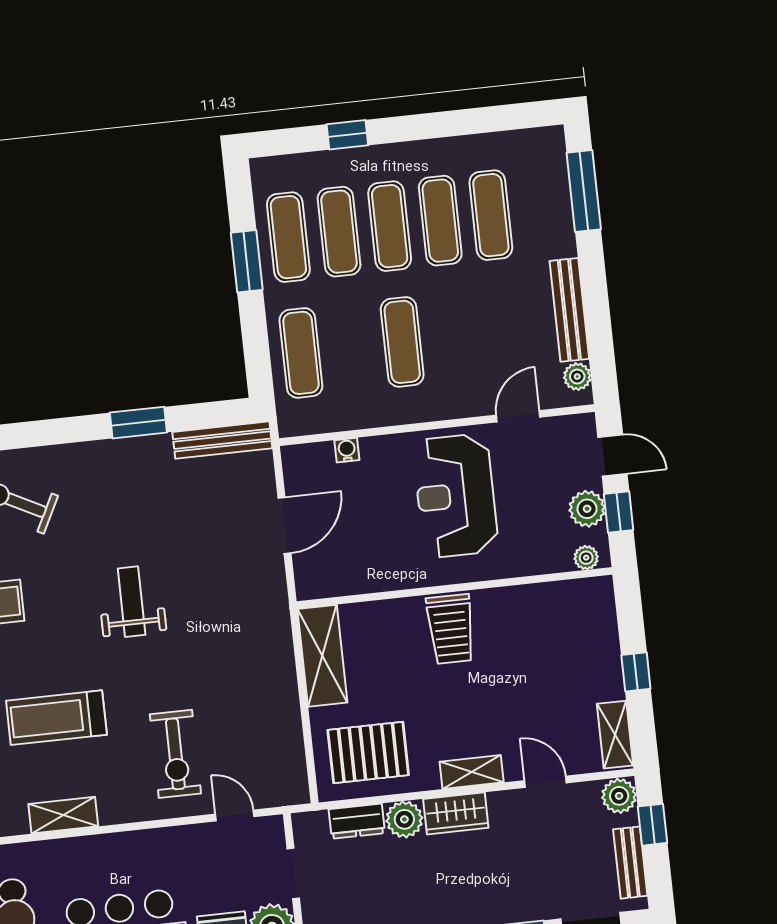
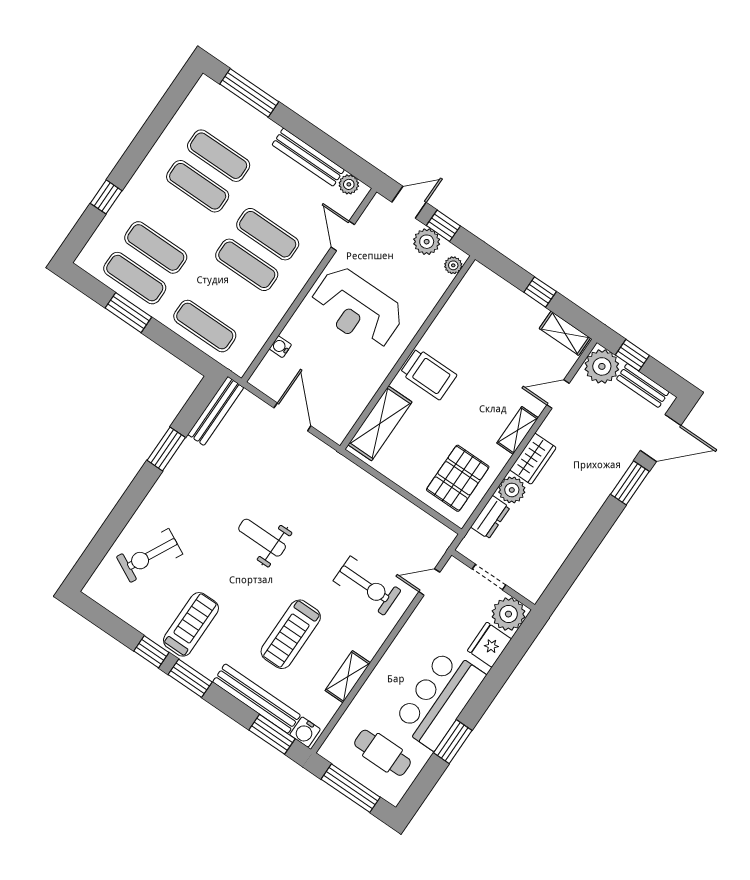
exercise mat: (390, 226) -> (268, 234), moved
shelving: (322, 656) -> (380, 423), moved, turned 90
plant: (619, 796) -> (602, 366), width x1.36, depth x1.36

